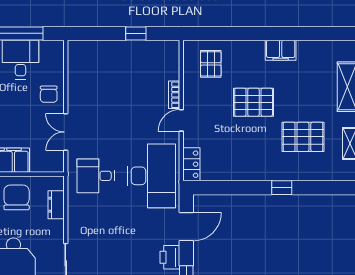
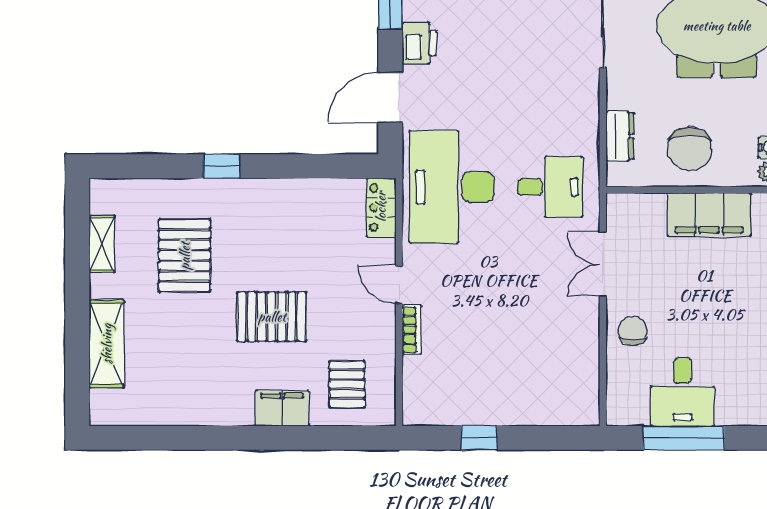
filing cabinet: (281, 50) -> (282, 408), moved
door: (181, 120) -> (399, 285), swing flipped
double door: (66, 132) -> (603, 264), swing flipped
pallet: (303, 137) -> (185, 256), turned 90

